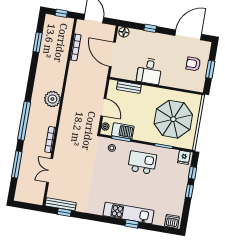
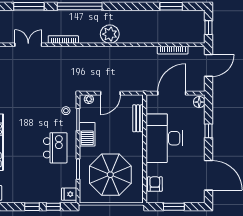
armchair: (193, 64) -> (155, 184), moved
desk: (149, 71) -> (164, 138), width x1.87, depth x1.30
barbecue: (123, 131) -> (87, 134), moved

